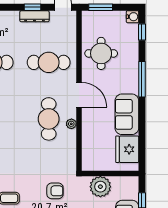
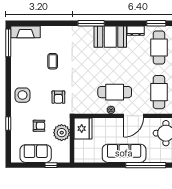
window: (142, 79) -> (146, 165), width x1.46
sofa: (127, 114) -> (124, 153), width x1.36
fridge: (127, 149) -> (83, 129), moved, turned 90

